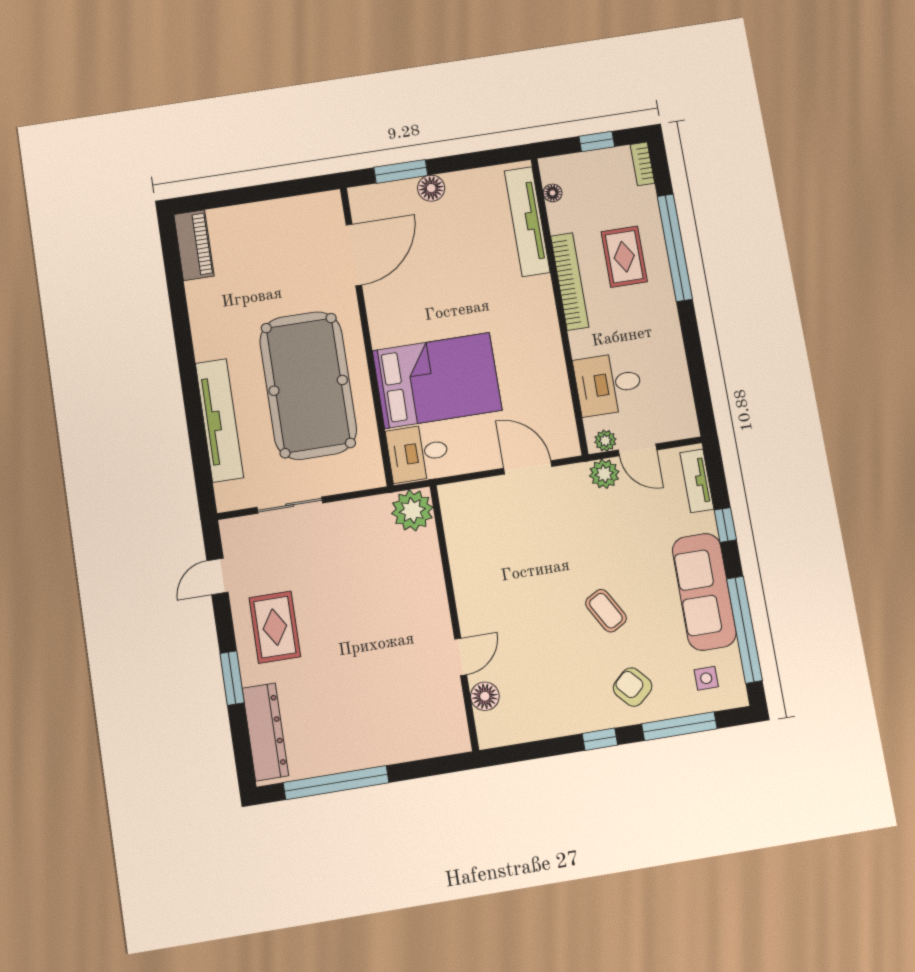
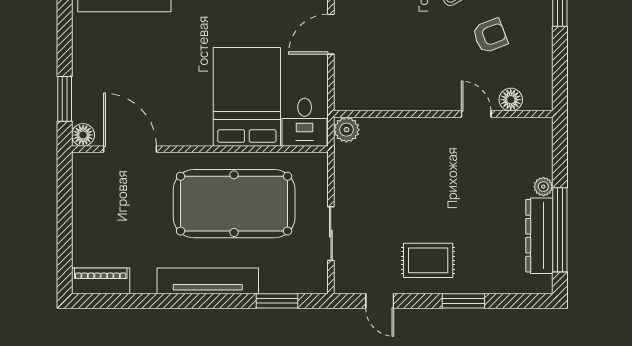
floor lamp: (431, 188) -> (83, 135), moved
tv unit: (219, 420) -> (208, 281), moved
window: (200, 454) -> (277, 301), added
plant: (412, 510) -> (346, 130), width x0.73, depth x0.73
armchair: (558, 659) -> (490, 36), added
dresser: (265, 732) -> (539, 236), moved, turned -90
plant: (386, 754) -> (543, 187), added

